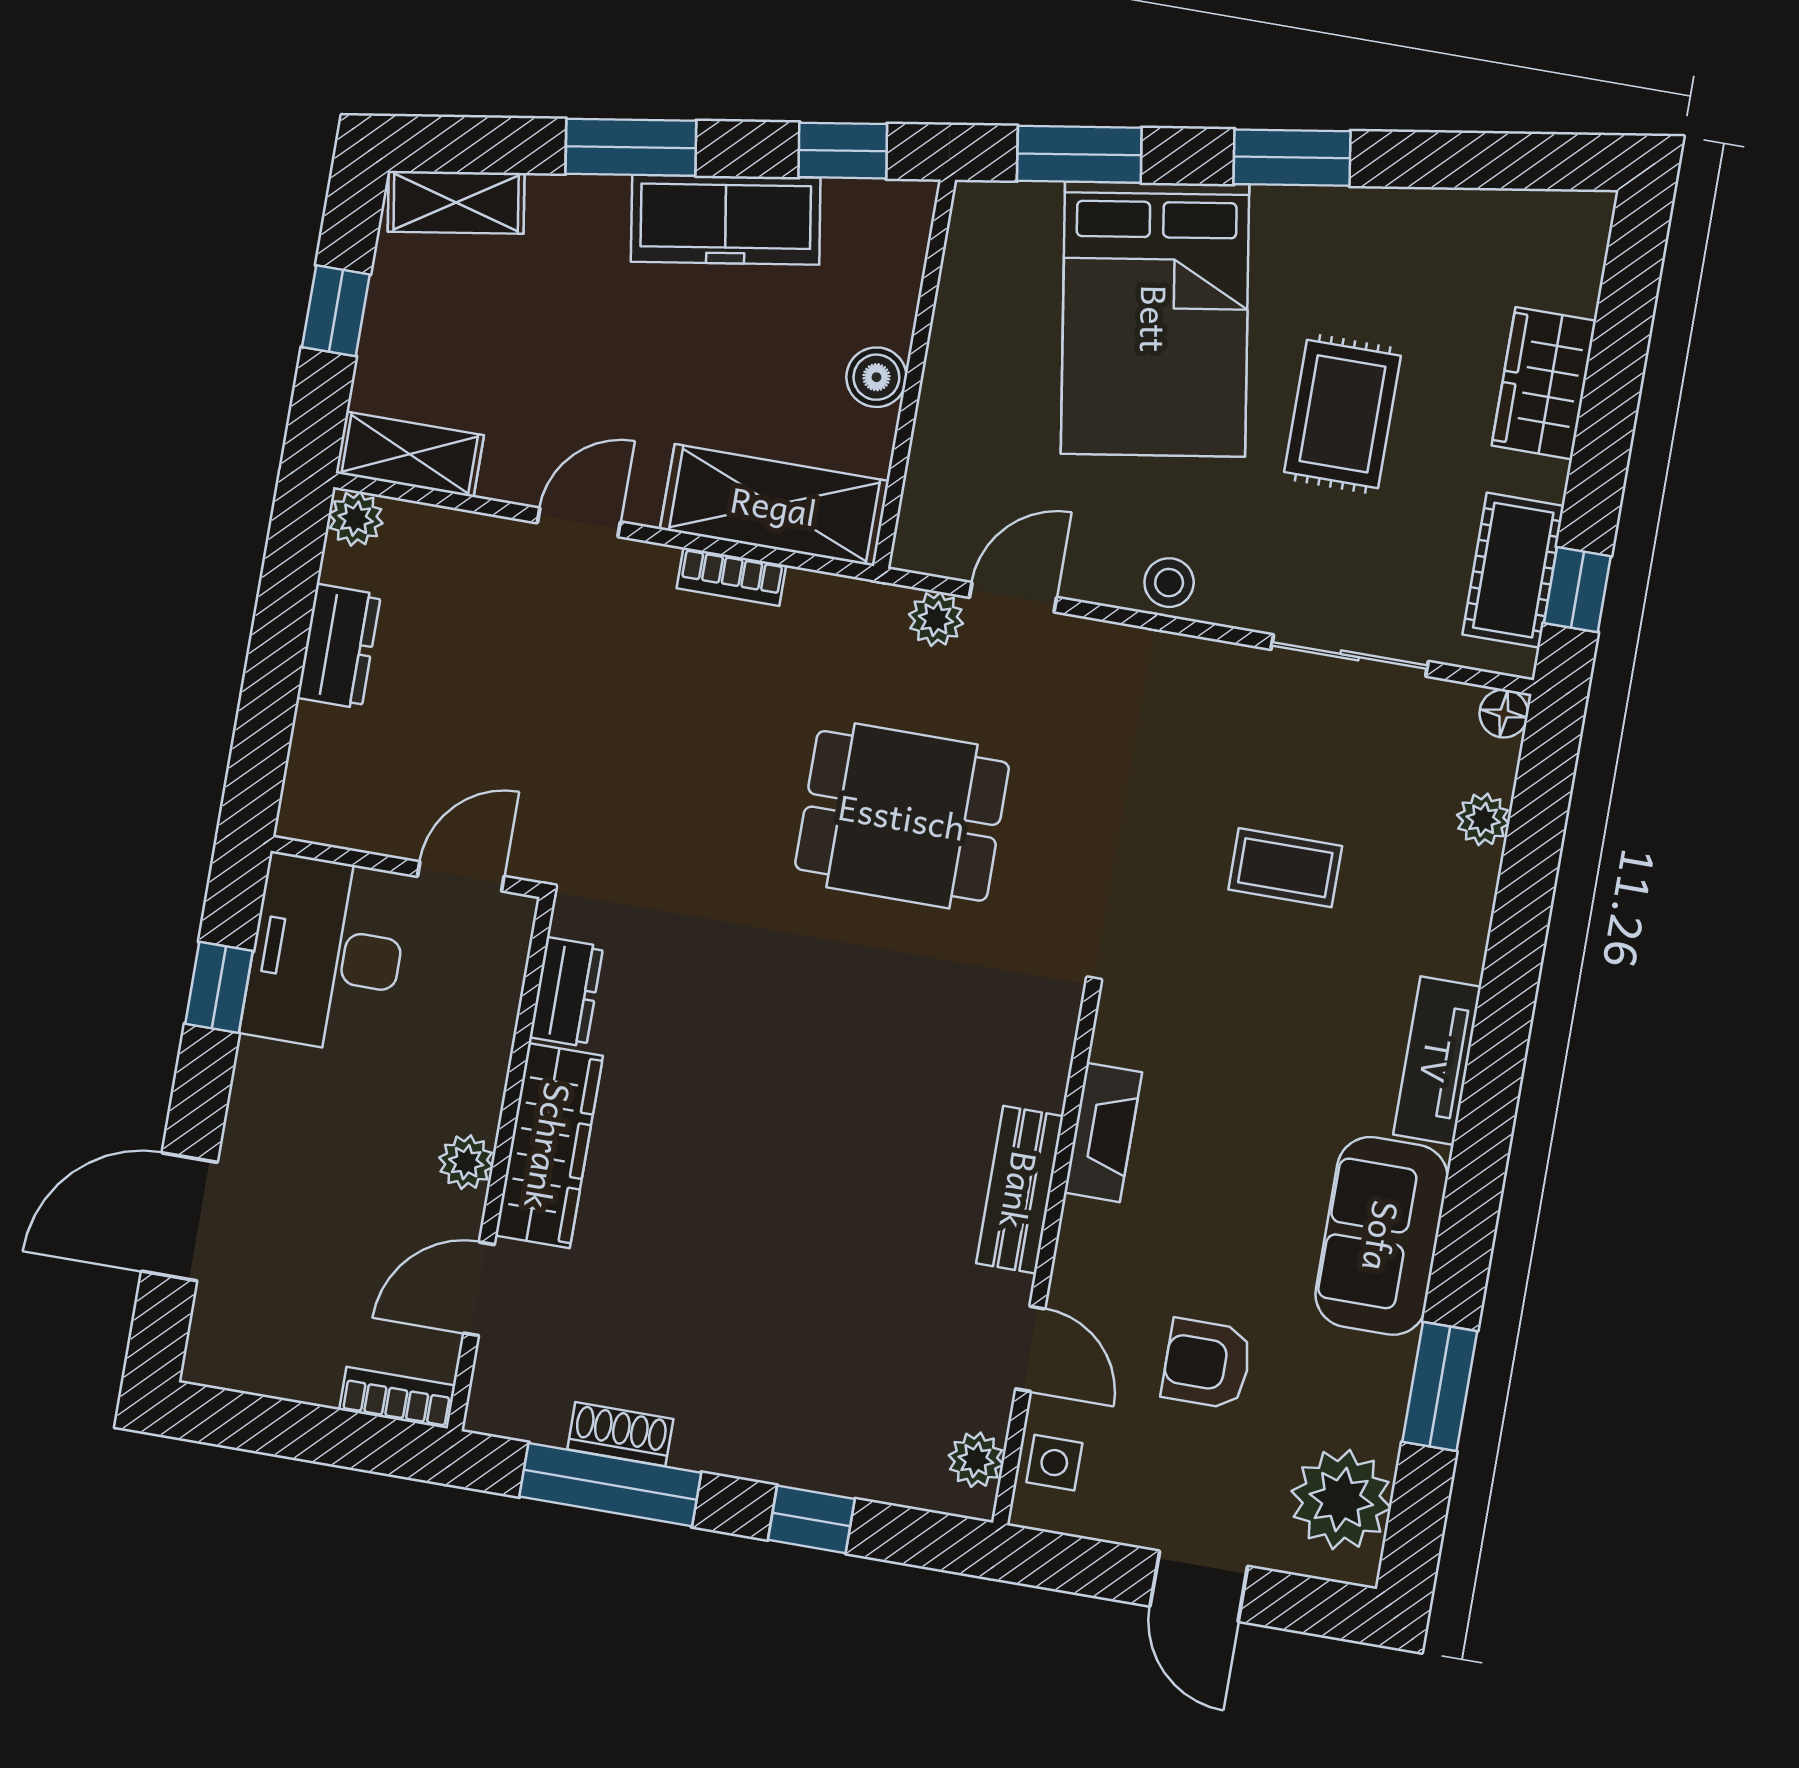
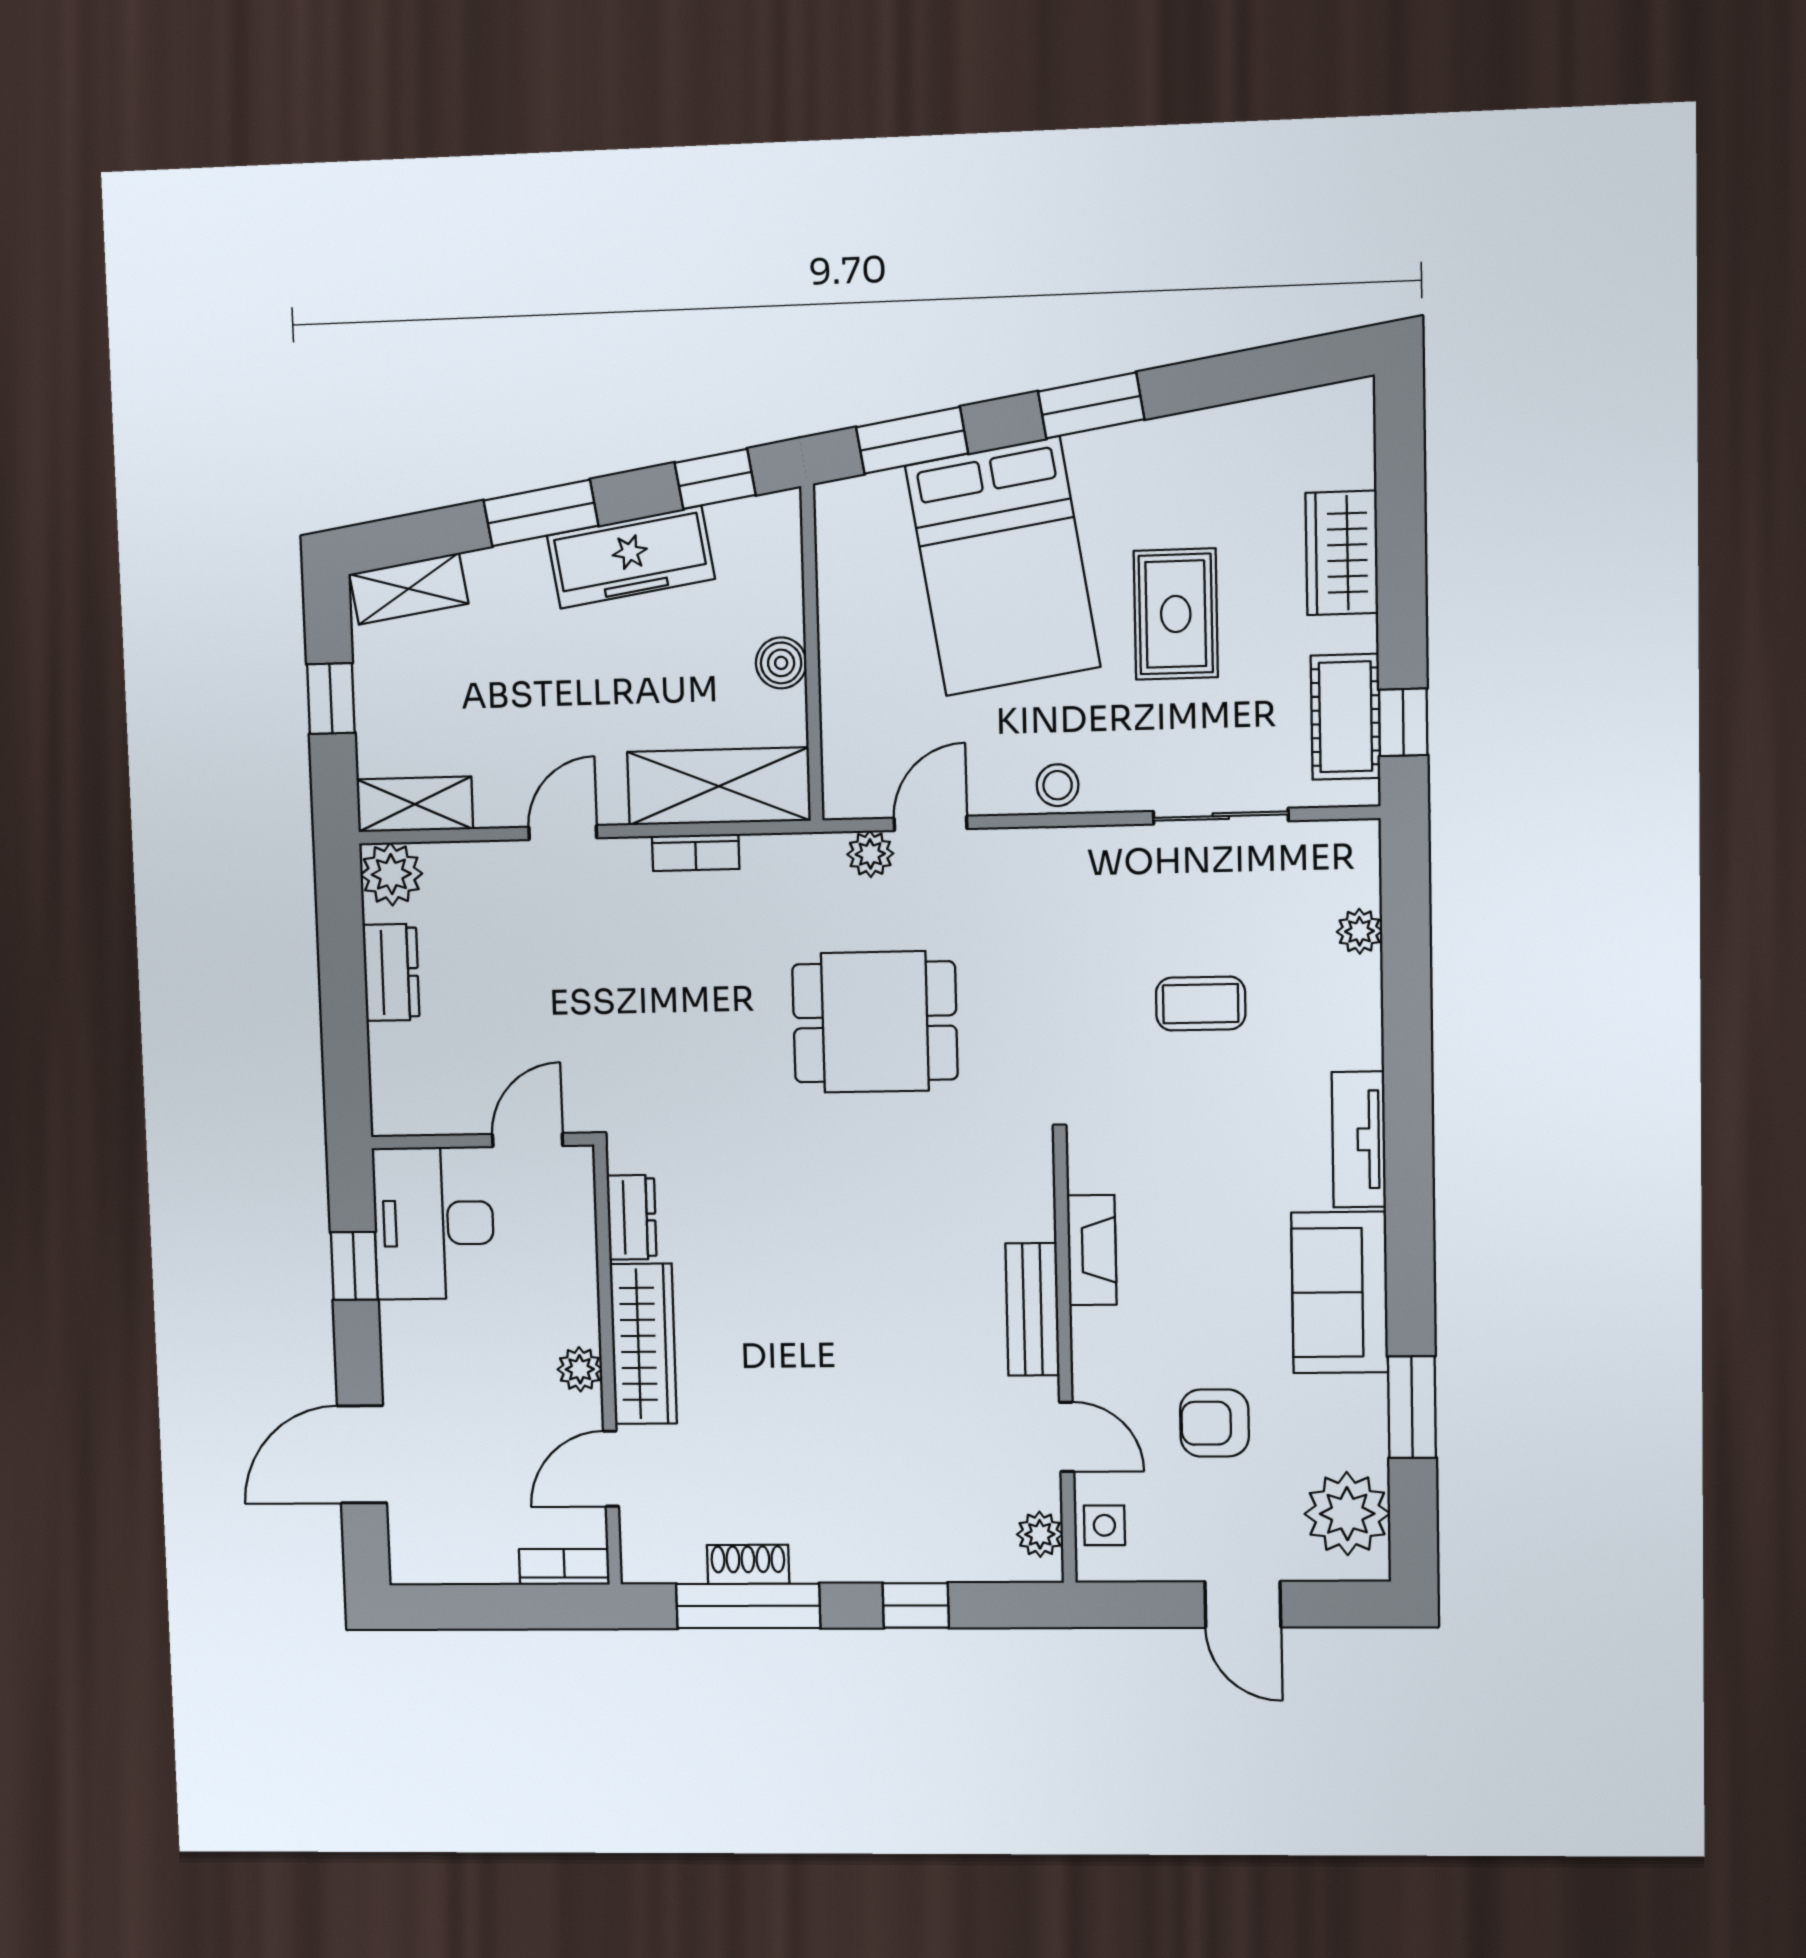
plant: (356, 519) -> (391, 874), width x1.38, depth x1.38
floor lamp: (1504, 714) -> (1360, 839), removed

